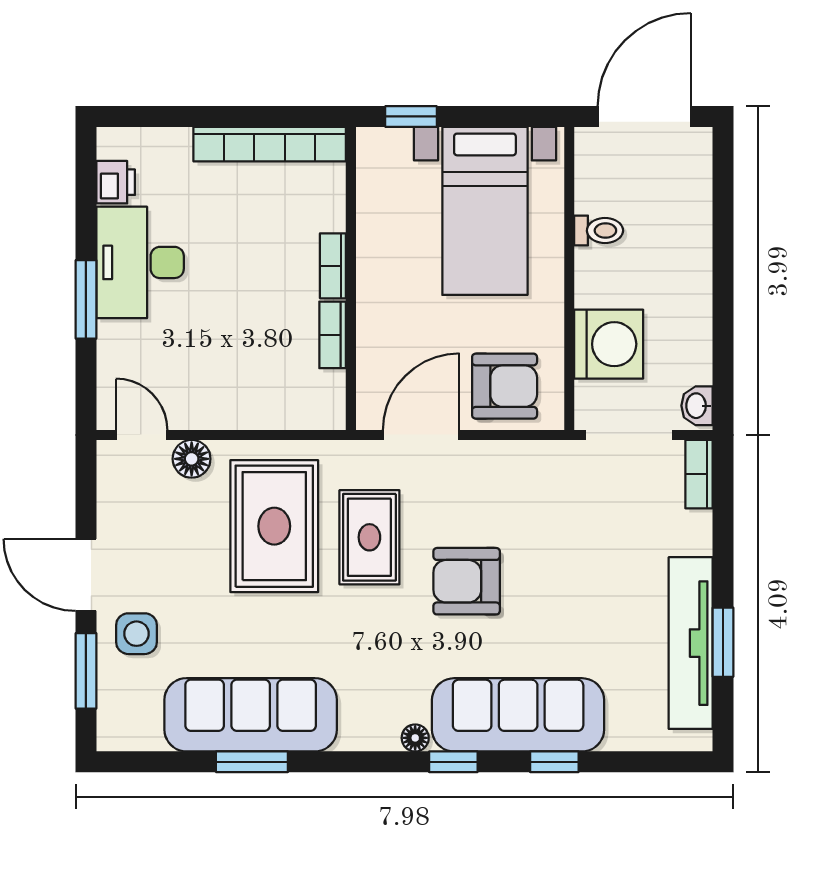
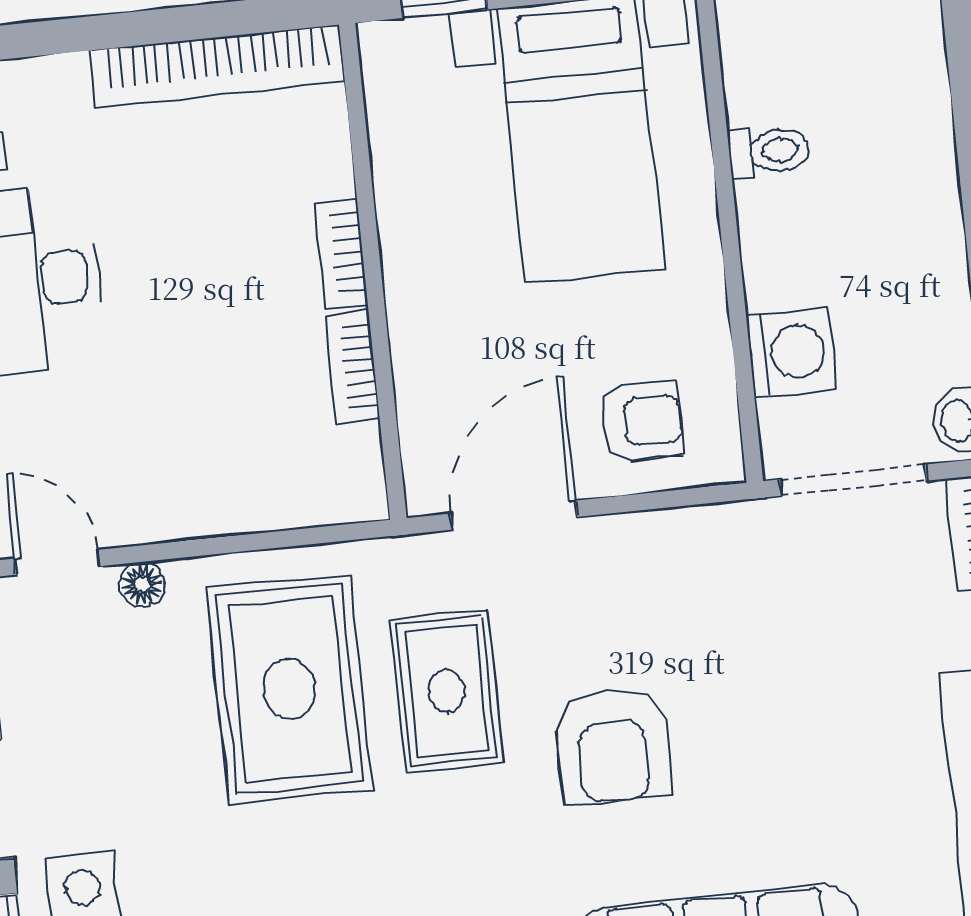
washing machine: (609, 344) -> (791, 352), width x0.73, depth x0.73
armchair: (505, 386) -> (642, 421), width x0.72, depth x0.72
floor lamp: (192, 459) -> (142, 584), width x0.73, depth x0.73
armchair: (467, 581) -> (613, 746), turned -90

